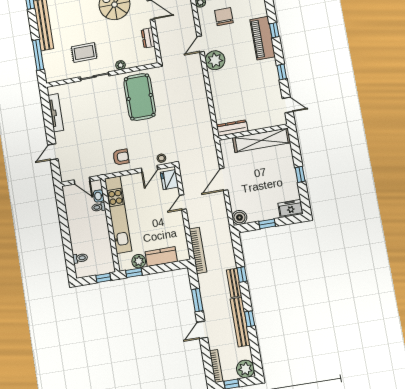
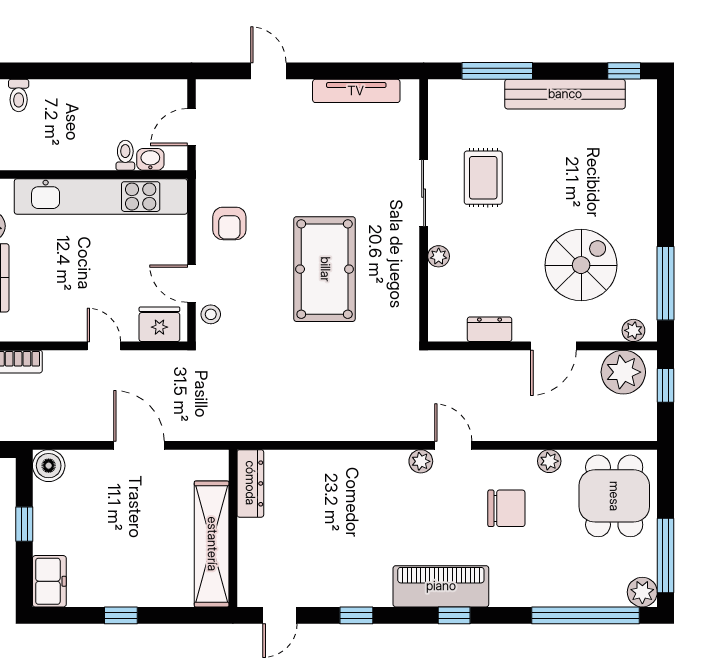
plant: (215, 60) -> (421, 461), width x0.53, depth x0.53
pool table: (140, 97) -> (325, 269), moved, turned 90

